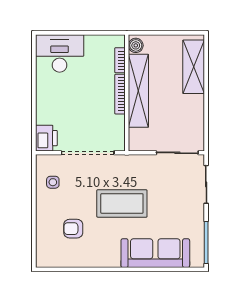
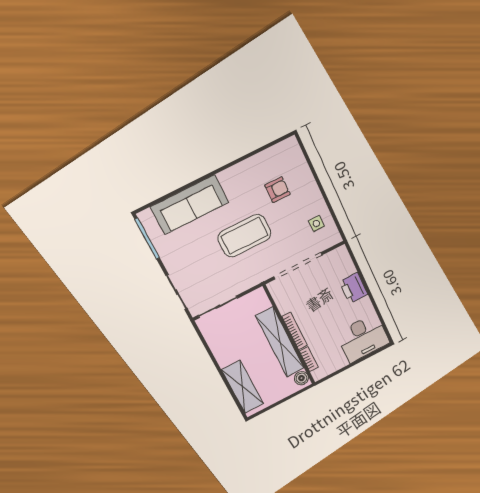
printer: (46, 138) -> (354, 288), moved

